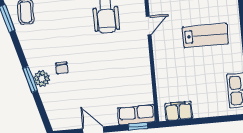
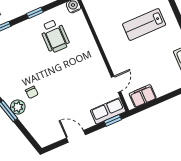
door: (149, 25) -> (116, 84), moved
lab bench: (205, 36) -> (144, 24), turned 180

